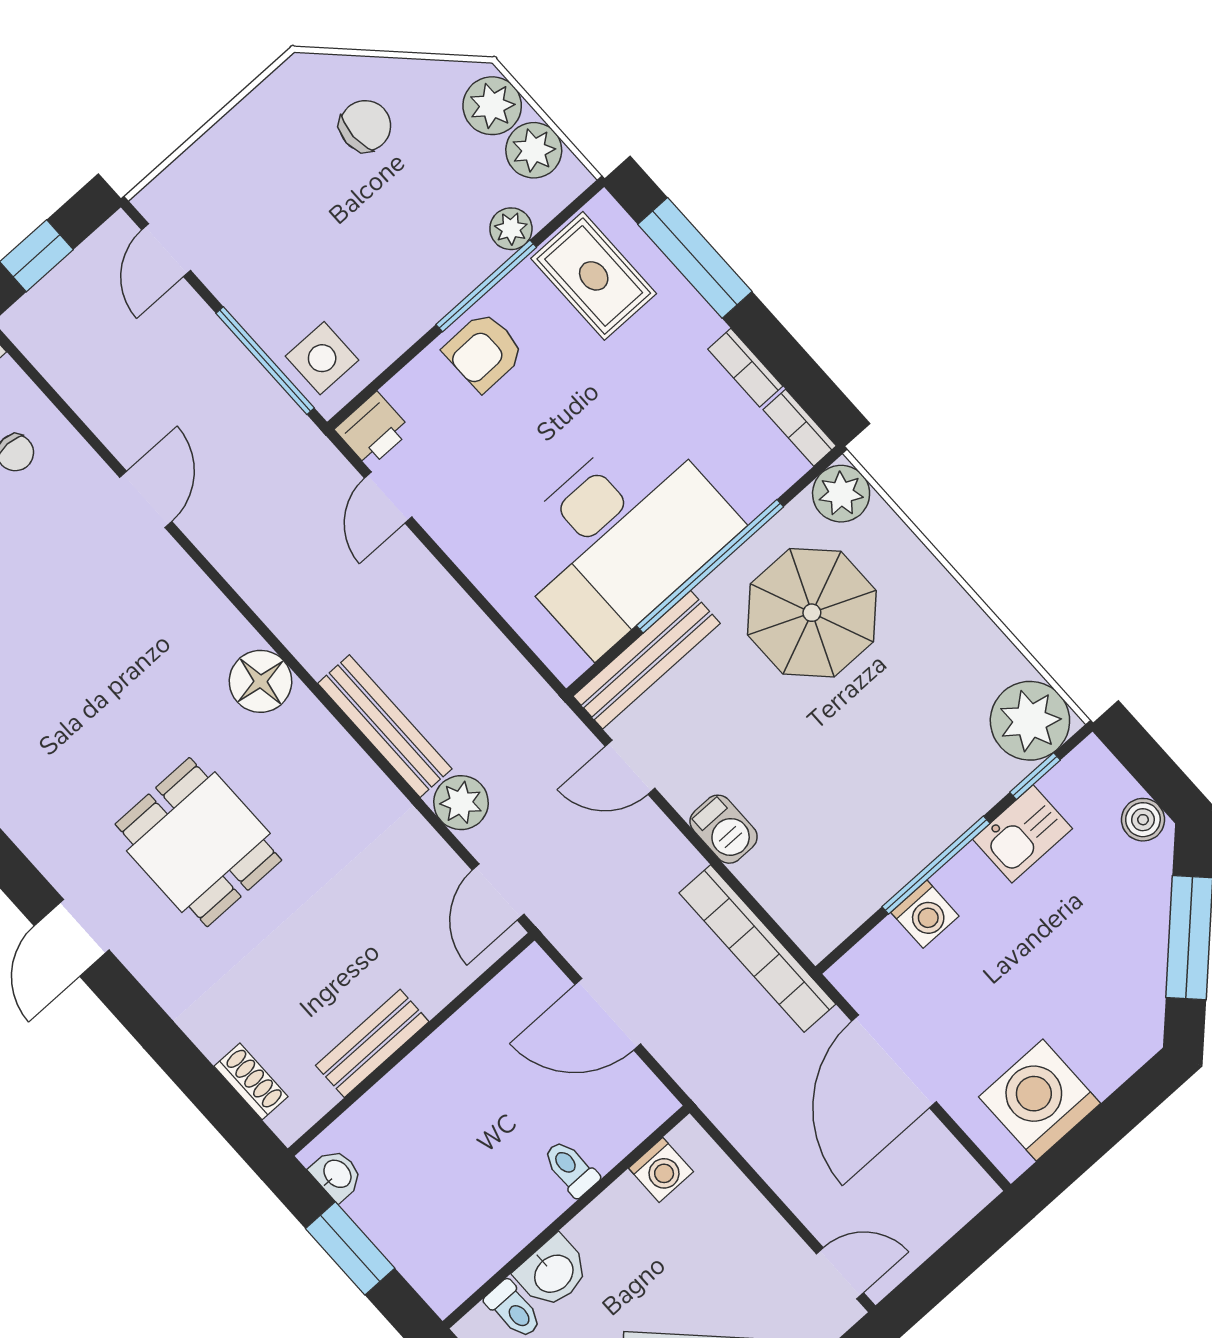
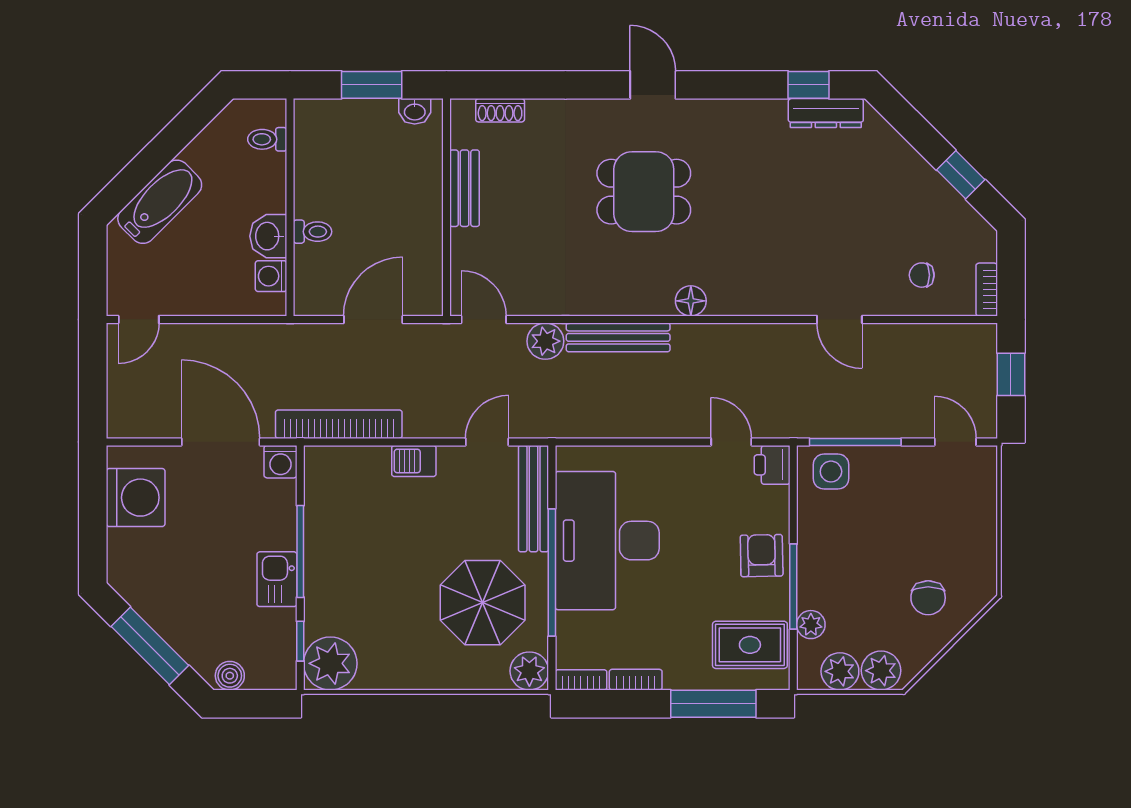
floor lamp: (260, 681) -> (691, 301), width x0.73, depth x0.73
kitchen sink: (1022, 834) -> (277, 579), moved
washing machine: (925, 914) -> (280, 462), moved, turned -90
washbasin: (553, 1273) -> (268, 236), moved

